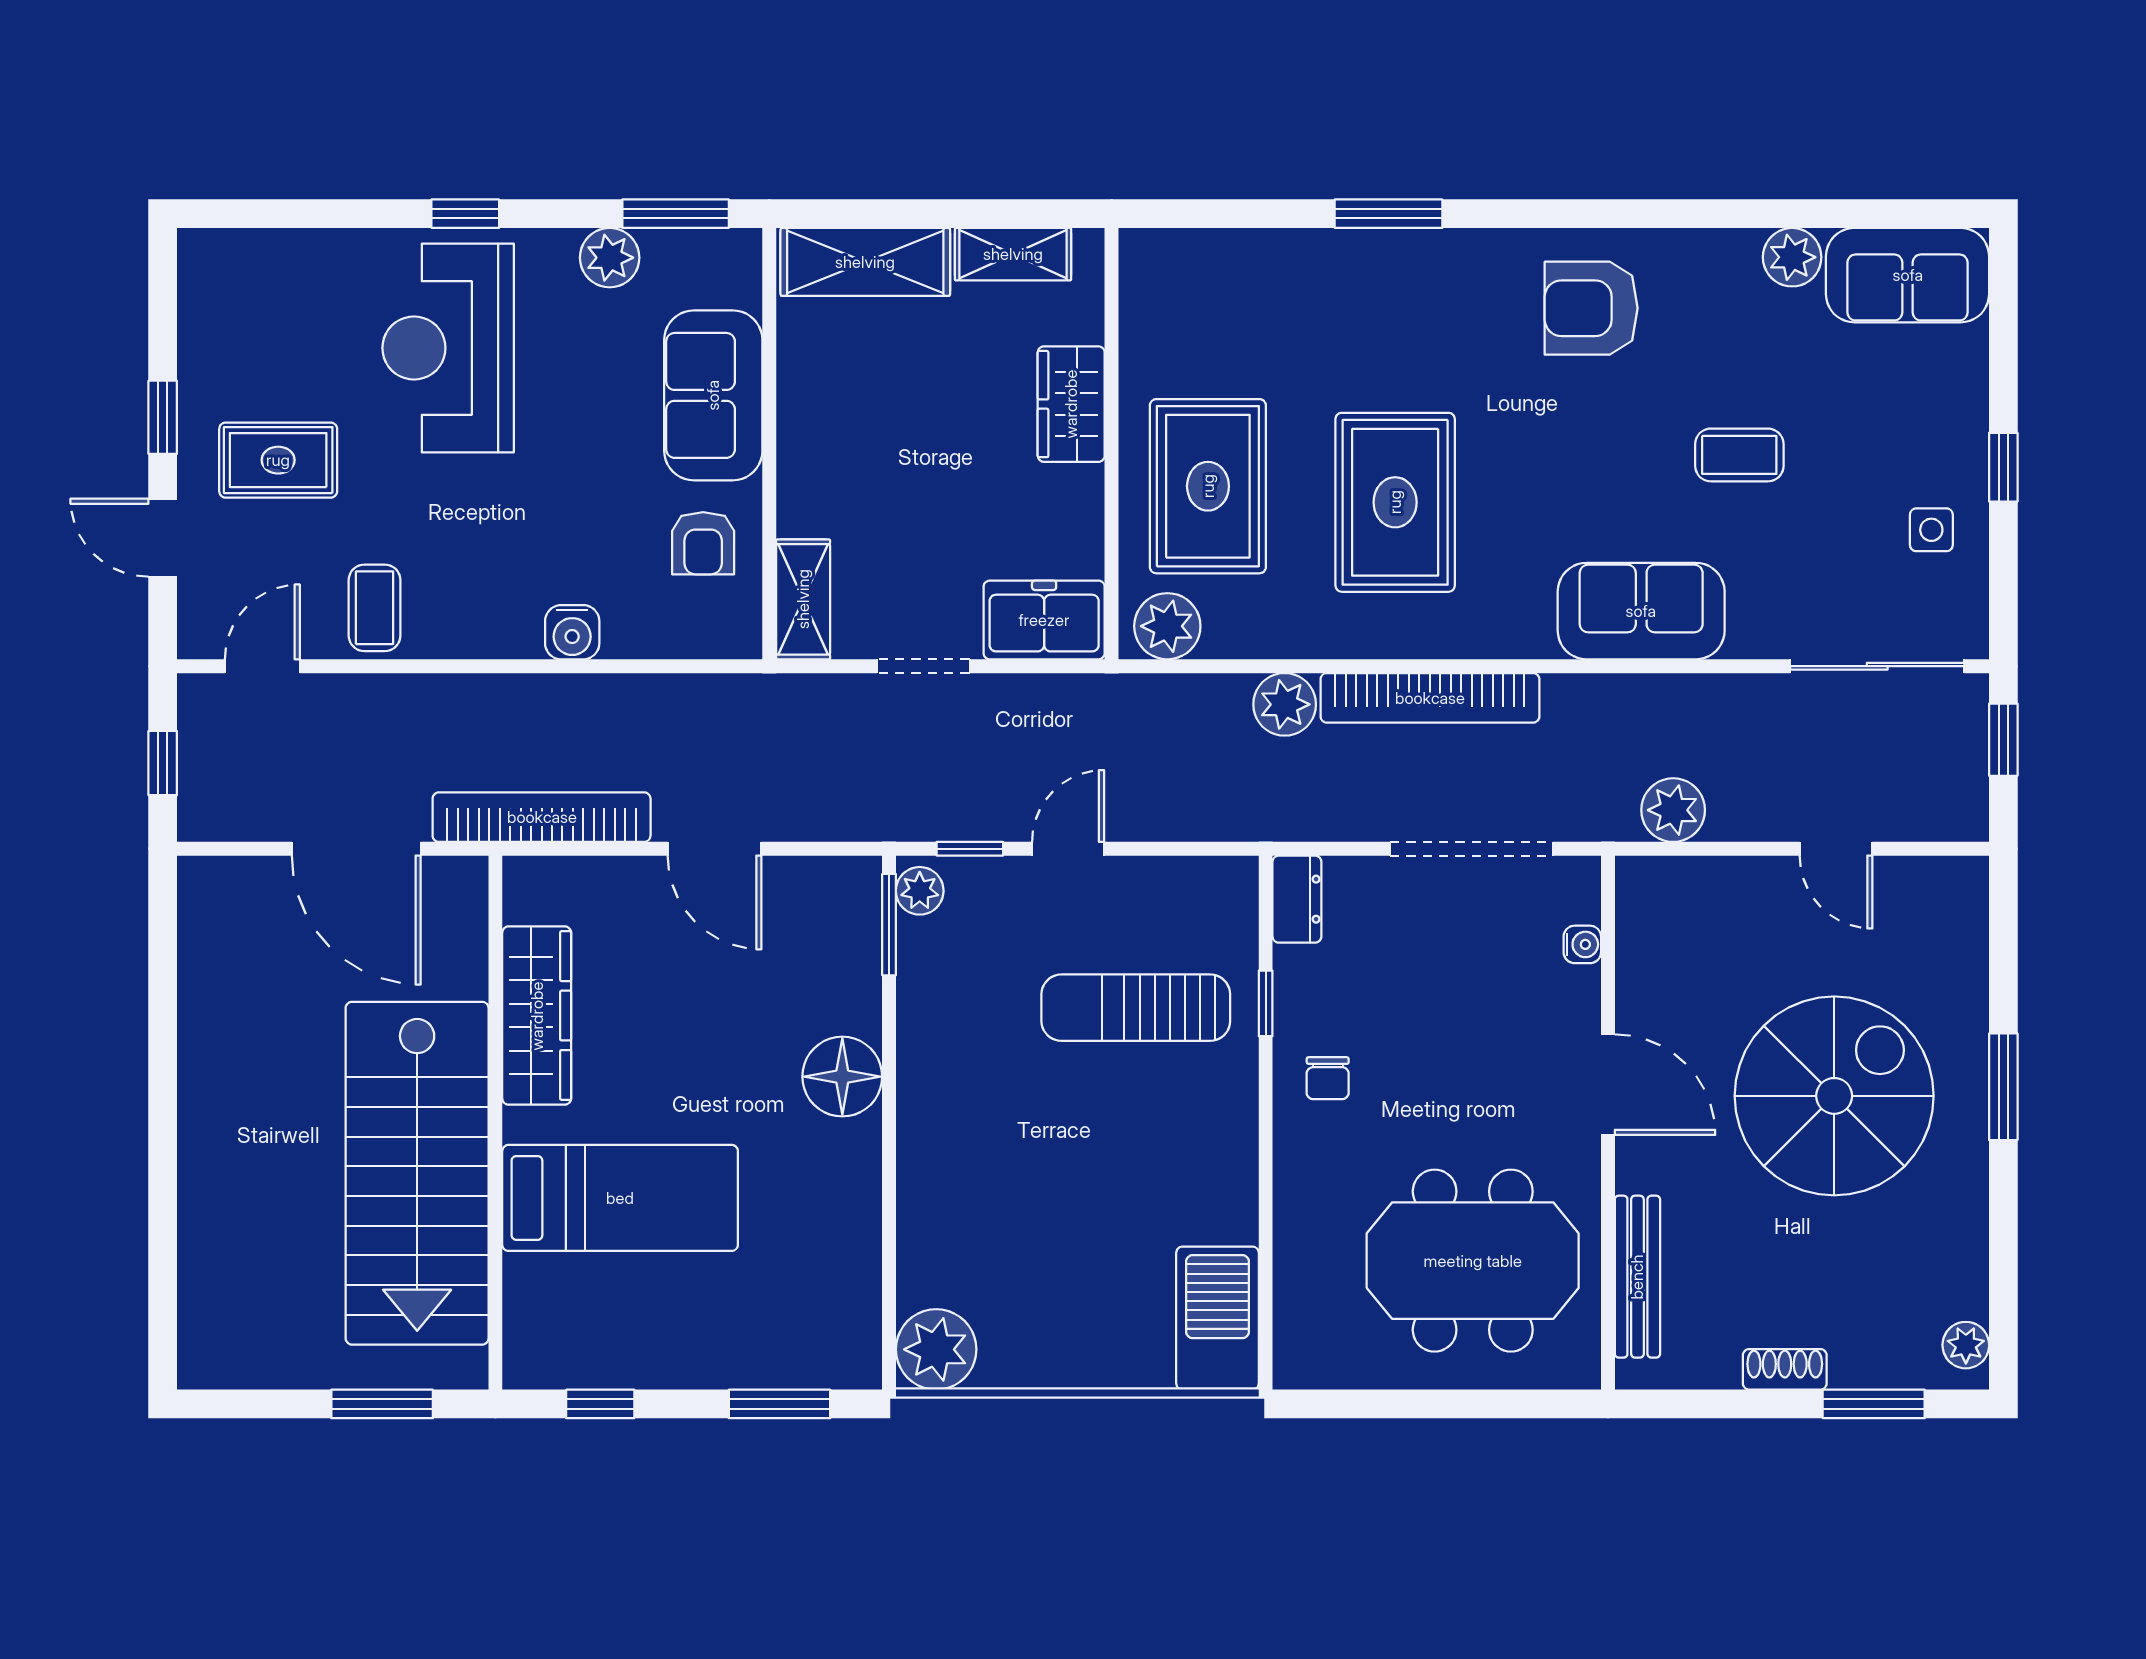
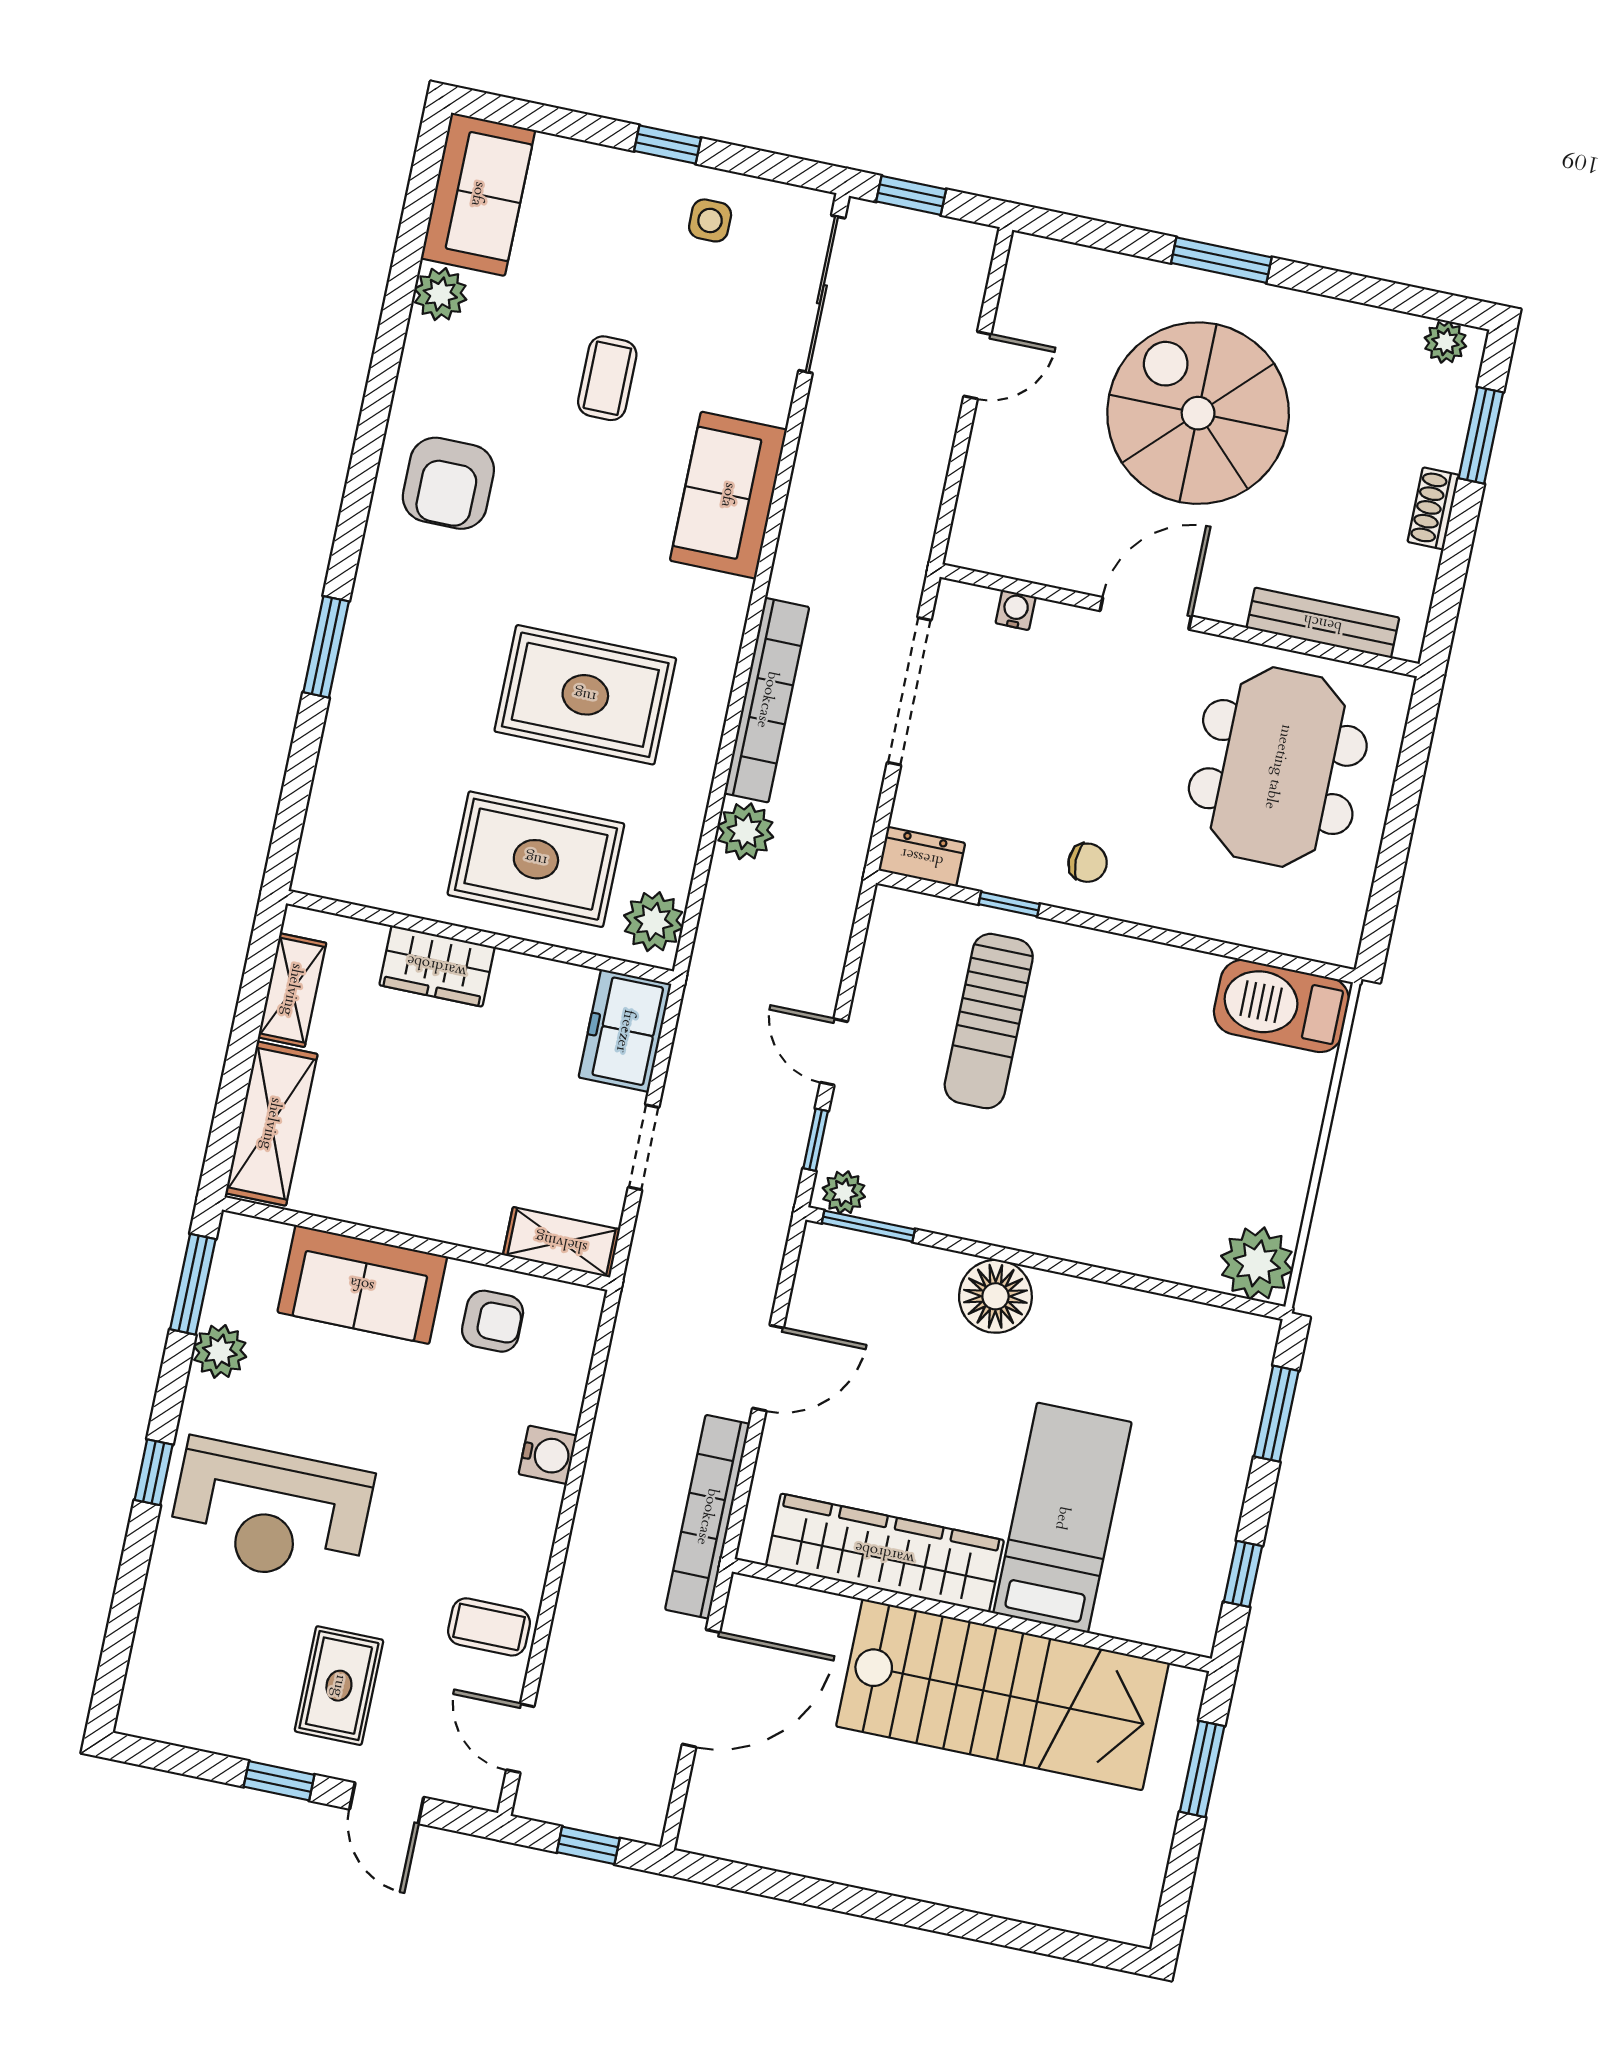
door: (163, 538) -> (387, 1803), hinge flipped
plant: (1673, 810) -> (912, 504), removed
wardrobe: (537, 1016) -> (885, 1553), width x1.40, depth x1.17

